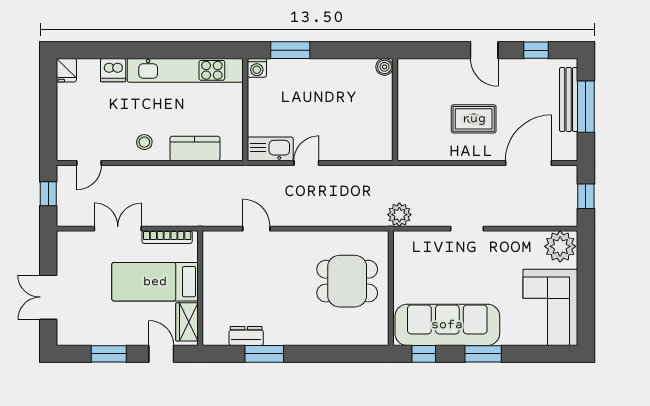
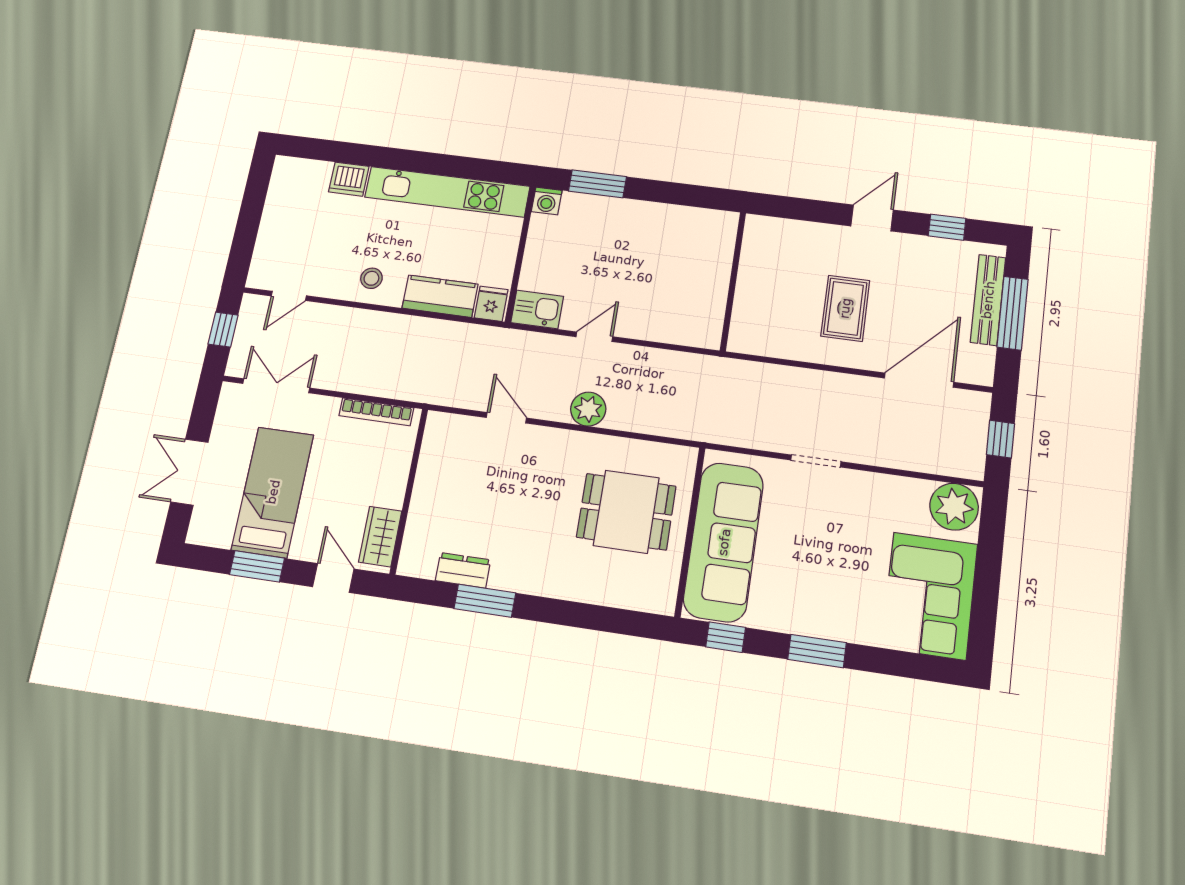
door: (484, 50) -> (872, 218), swing flipped
boiler: (384, 67) -> (726, 222), removed
fridge: (66, 70) -> (491, 304), moved, turned 180
rug: (474, 119) -> (845, 308), turned 90
kitchen sink: (270, 149) -> (537, 310), width x0.73
plant: (399, 215) -> (588, 409), moved
double door: (118, 229) -> (276, 386), moved
bed: (155, 282) -> (273, 492), moved, turned 90
sofa: (447, 325) -> (724, 542), moved, turned 90

